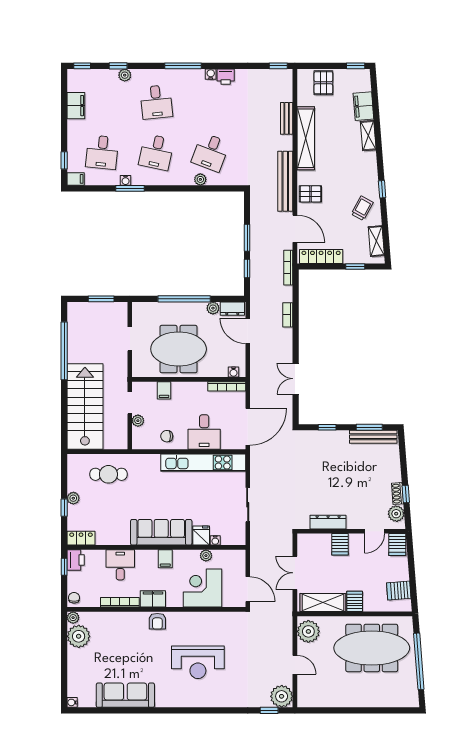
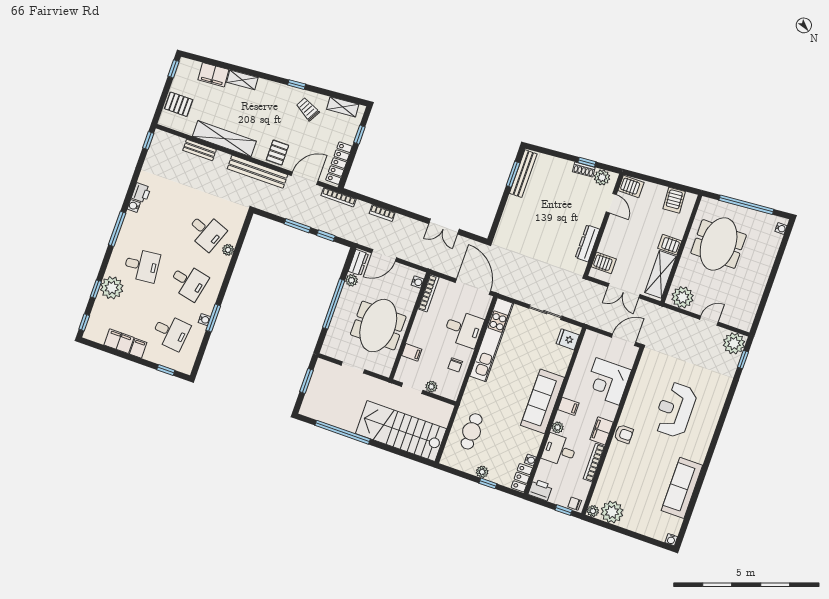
plant: (125, 75) -> (112, 288), width x1.88, depth x1.88
filing cabinet: (76, 179) -> (138, 348), moved
window: (327, 427) -> (499, 213), removed
fridge: (201, 536) -> (568, 339), moved
water cooler: (215, 540) -> (530, 460), moved
server rack: (340, 544) -> (604, 263), moved
plant: (206, 556) -> (558, 427), moved
window: (64, 567) -> (564, 510), moved
meeting table: (372, 648) -> (719, 244), width x0.73
reception desk: (198, 662) -> (675, 410), turned 180
water cooler: (408, 703) -> (781, 228), added

